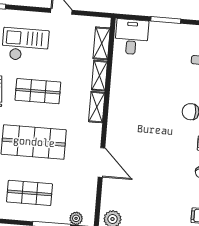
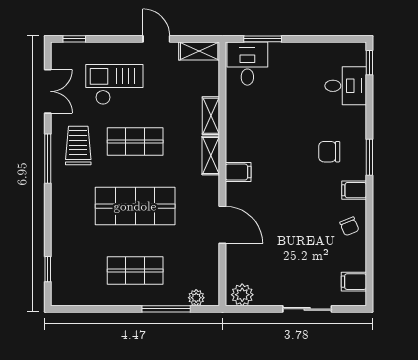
window: (166, 20) -> (263, 39), moved
shelving: (102, 43) -> (199, 51), moved, turned 90
filing cabinet: (117, 122) -> (238, 172), added

